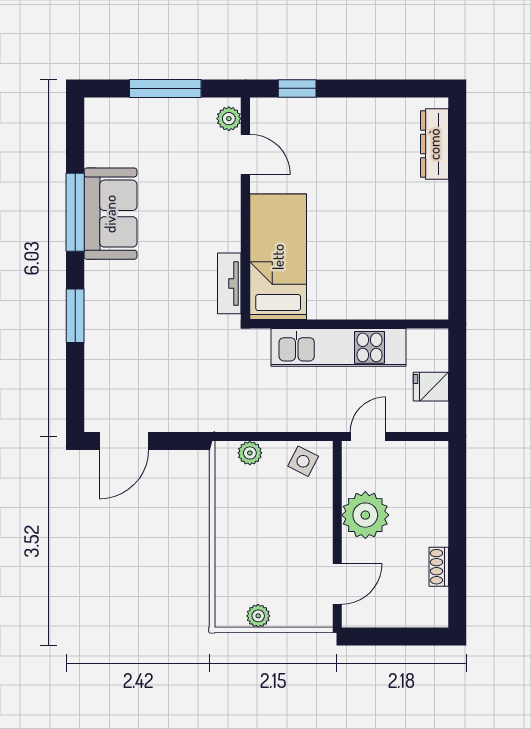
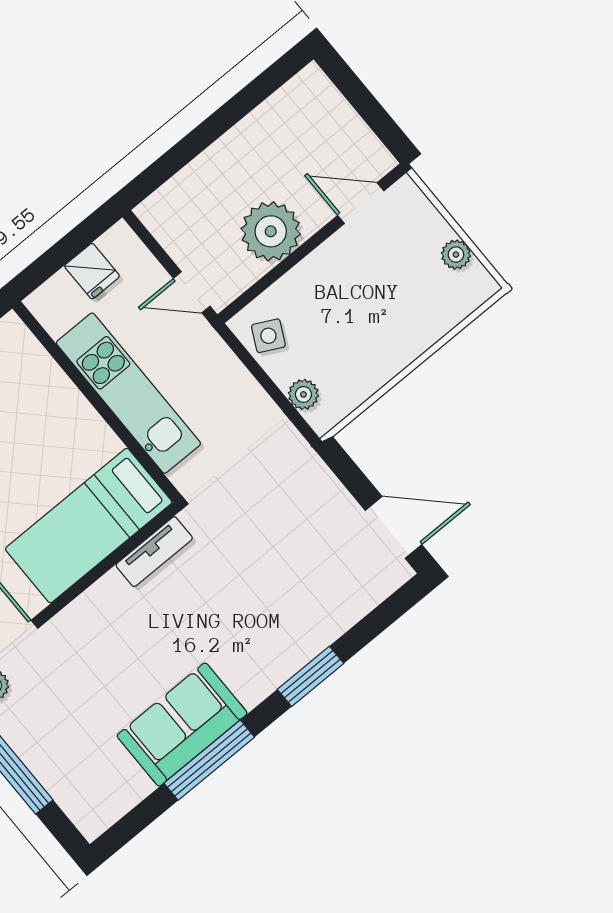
shoe rack: (439, 567) -> (262, 118), removed

